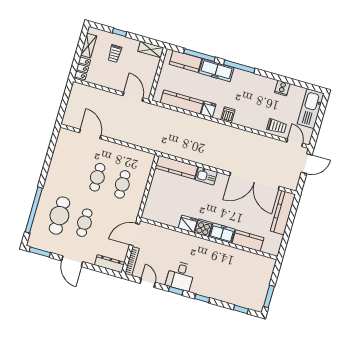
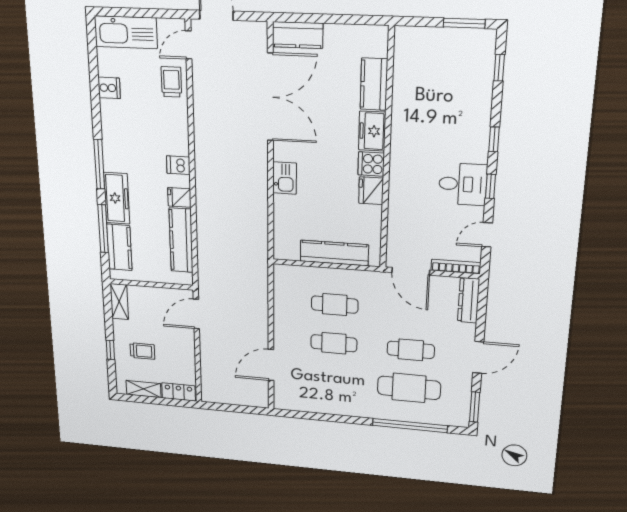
kitchen counter: (176, 167) -> (334, 253), moved, turned -90
kitchen counter: (283, 213) -> (298, 35), width x0.67

